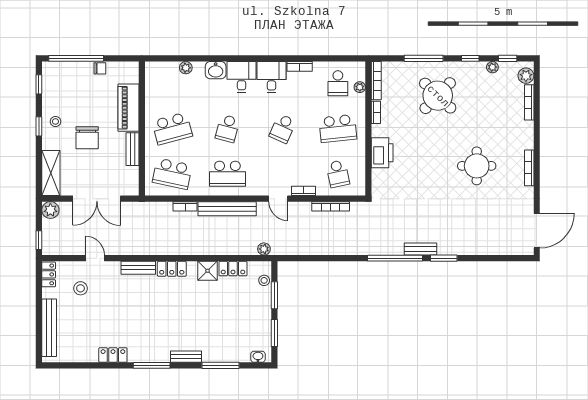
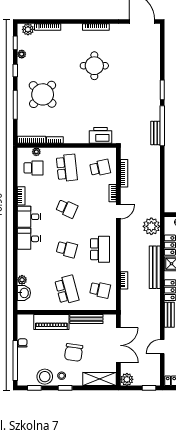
washbasin: (216, 70) -> (24, 293), moved
stool: (54, 99) -> (45, 377), added
chair: (87, 138) -> (74, 352), turned 98
bench: (132, 149) -> (86, 319), width x1.36
printer: (382, 153) -> (100, 135), moved
school desk: (172, 174) -> (100, 290), width x0.54
bench: (227, 209) -> (155, 267), moved
plant: (264, 249) -> (151, 226), width x1.87, depth x1.87
bench: (421, 249) -> (155, 133), moved

